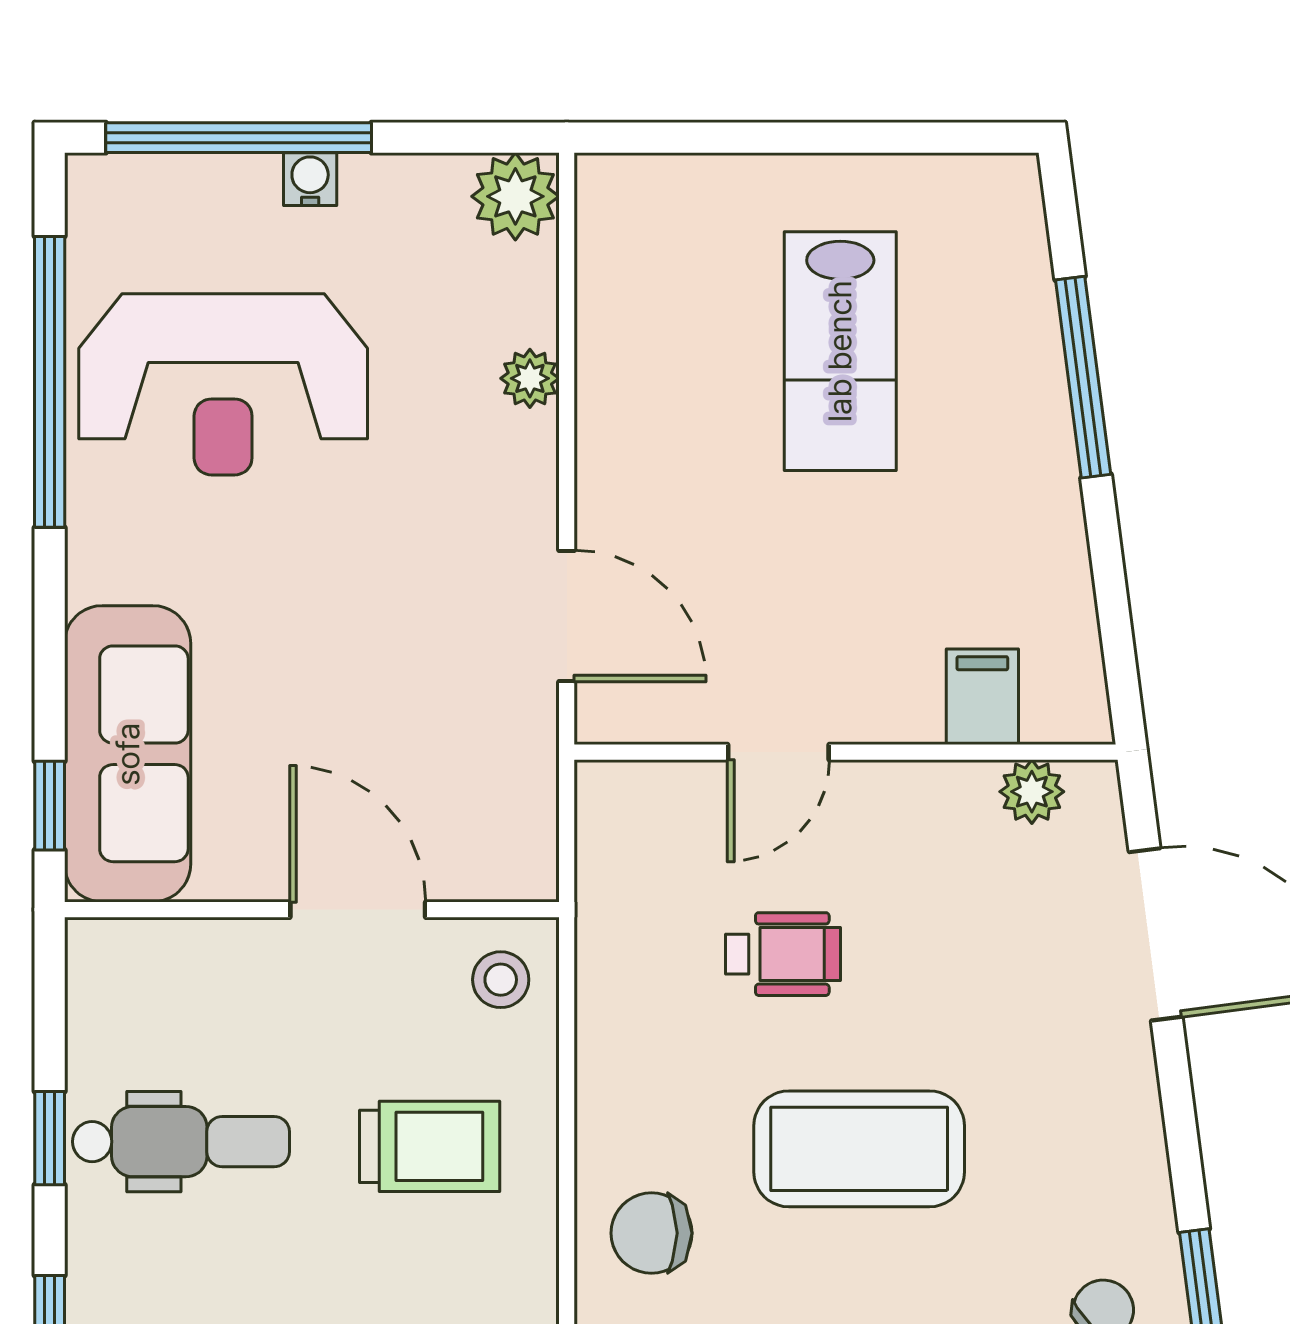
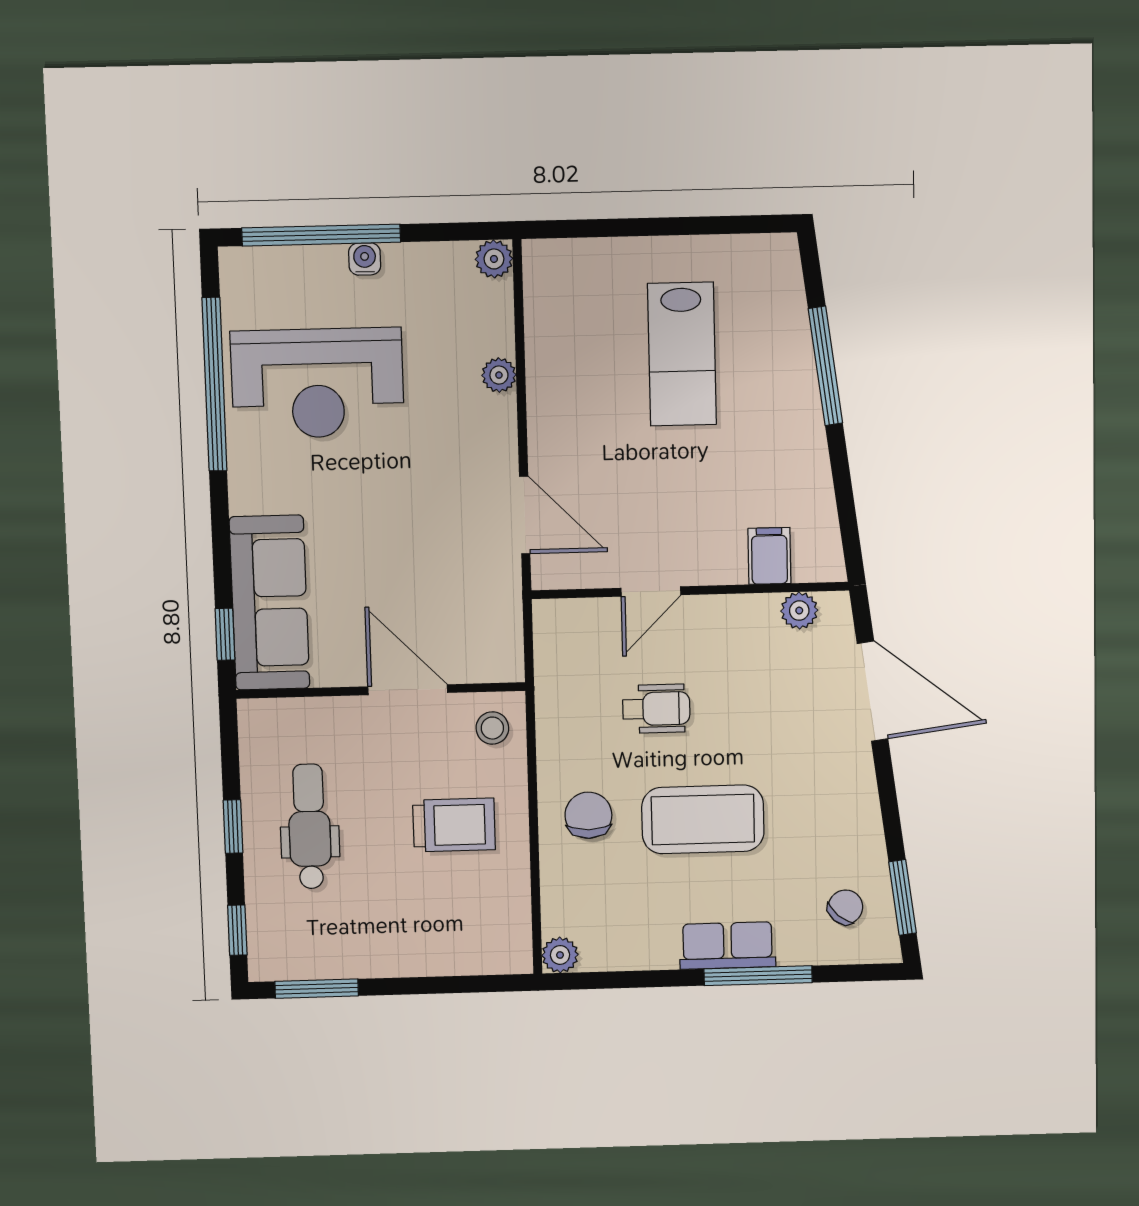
plant: (515, 196) -> (494, 259), width x0.73, depth x0.73
dental chair: (181, 1142) -> (310, 826), turned -90
chair: (651, 1233) -> (588, 815), moved, turned 90

